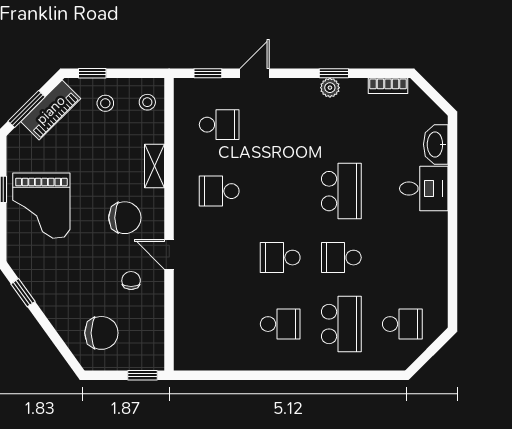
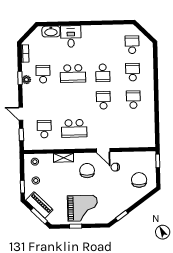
school desk: (341, 125) -> (43, 74), added
school desk: (219, 191) -> (74, 128), width x1.85
school desk: (341, 191) -> (73, 73), turned 180
door: (169, 254) -> (103, 150), hinge flipped
school desk: (280, 258) -> (103, 100), turned 180
school desk: (341, 324) -> (133, 72), width x0.54

